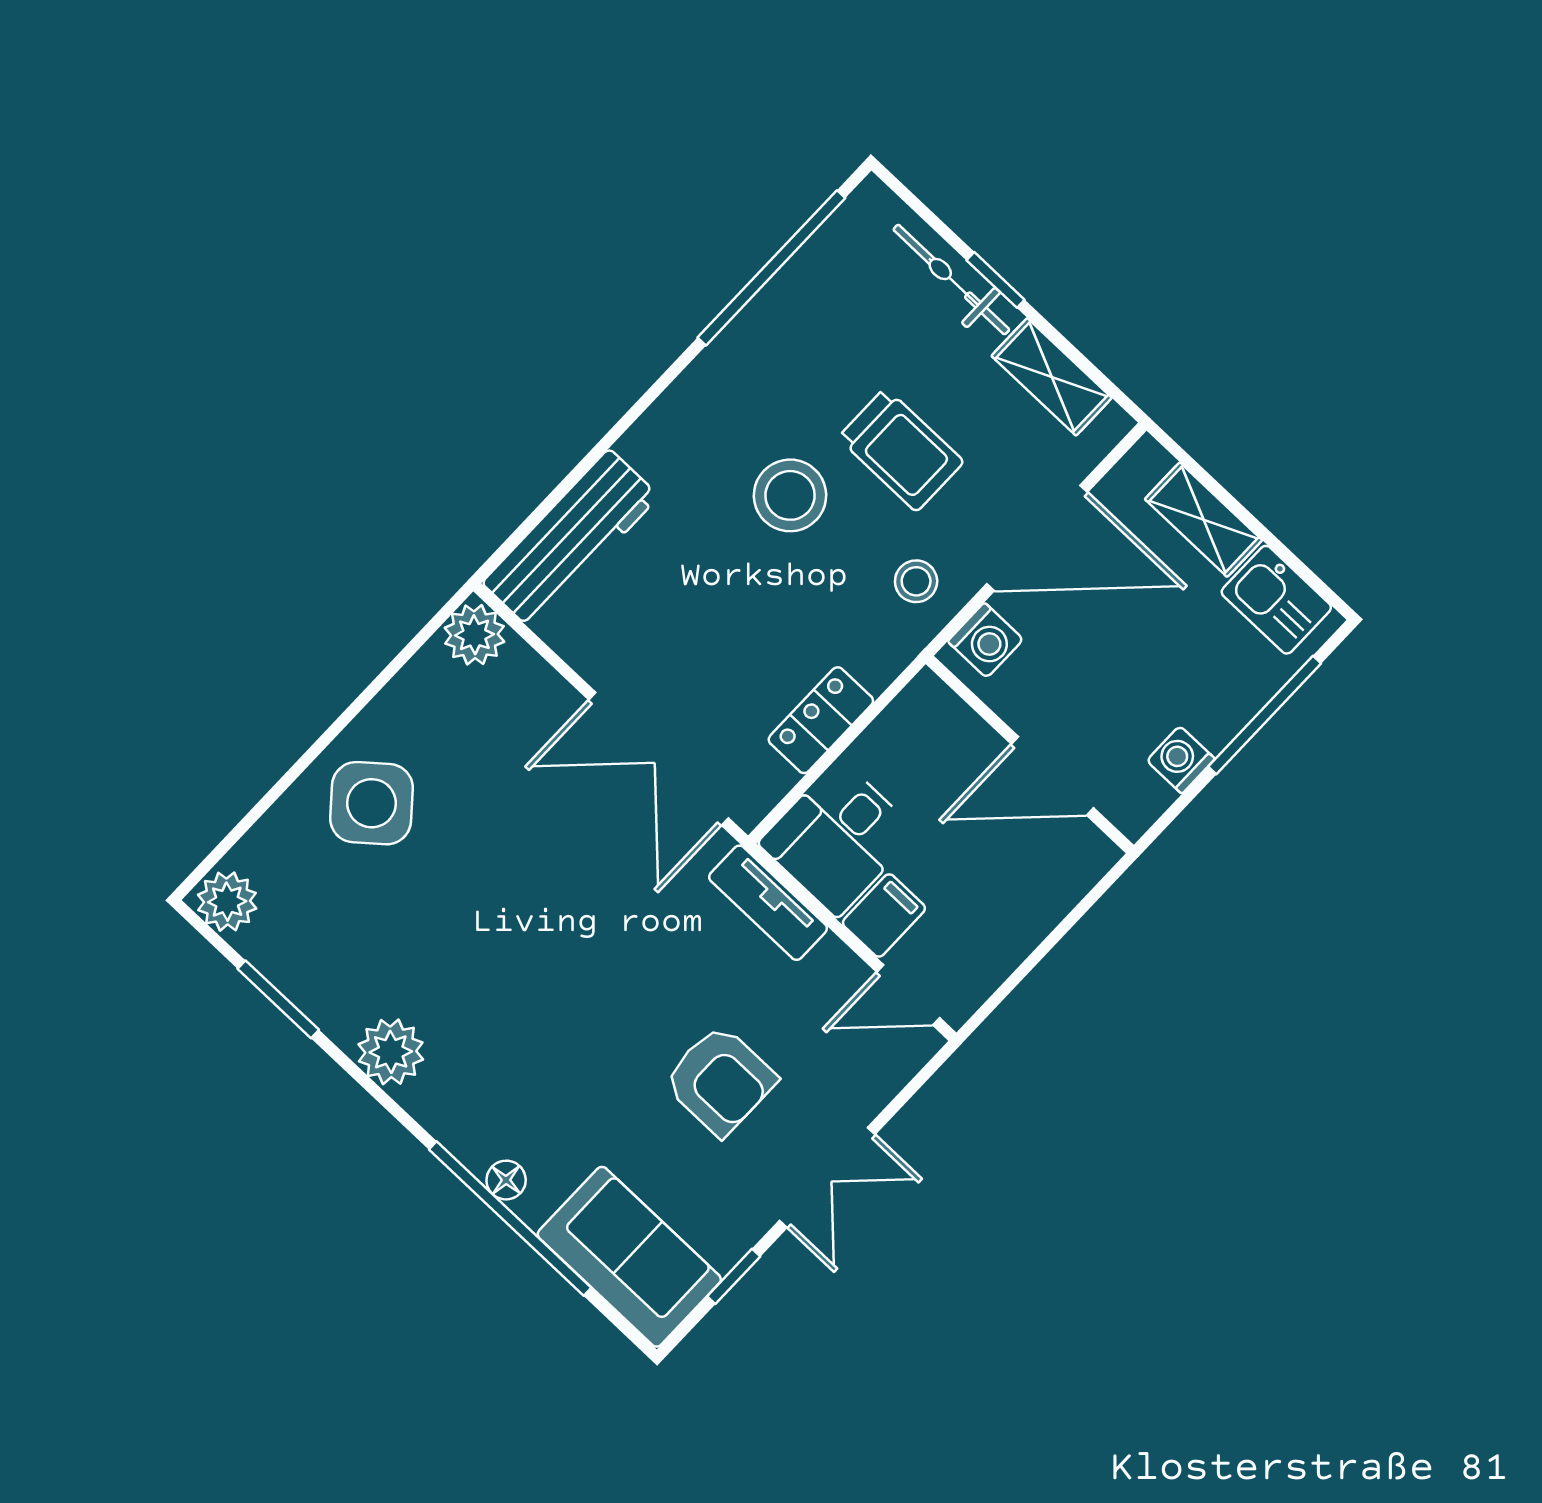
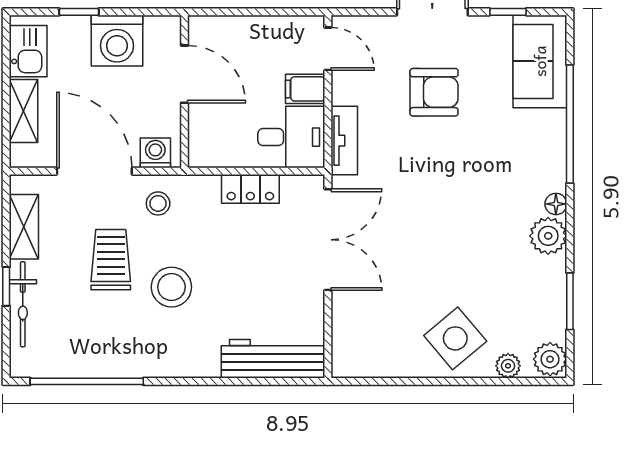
plant: (474, 635) -> (508, 366), moved, width x0.73, depth x0.73
window: (1265, 715) -> (79, 12), width x0.46
washing machine: (1181, 760) -> (117, 41), width x1.89, depth x1.89
armchair: (720, 1080) -> (434, 92), turned 90
floor lamp: (506, 1180) -> (556, 204), moved

